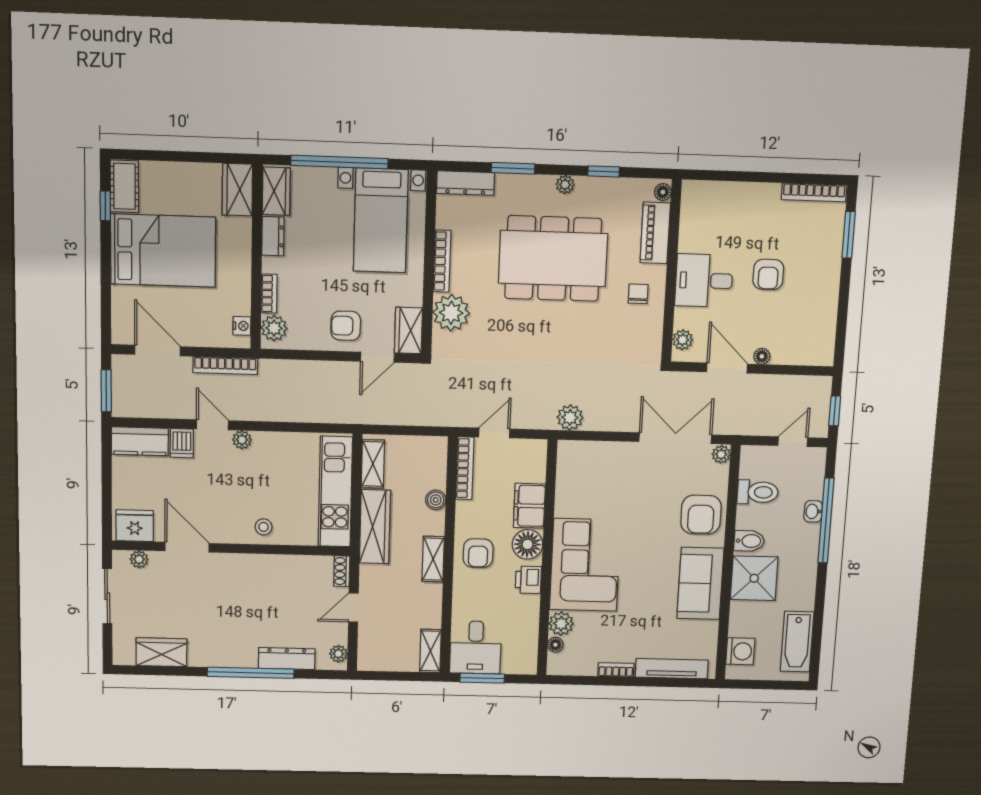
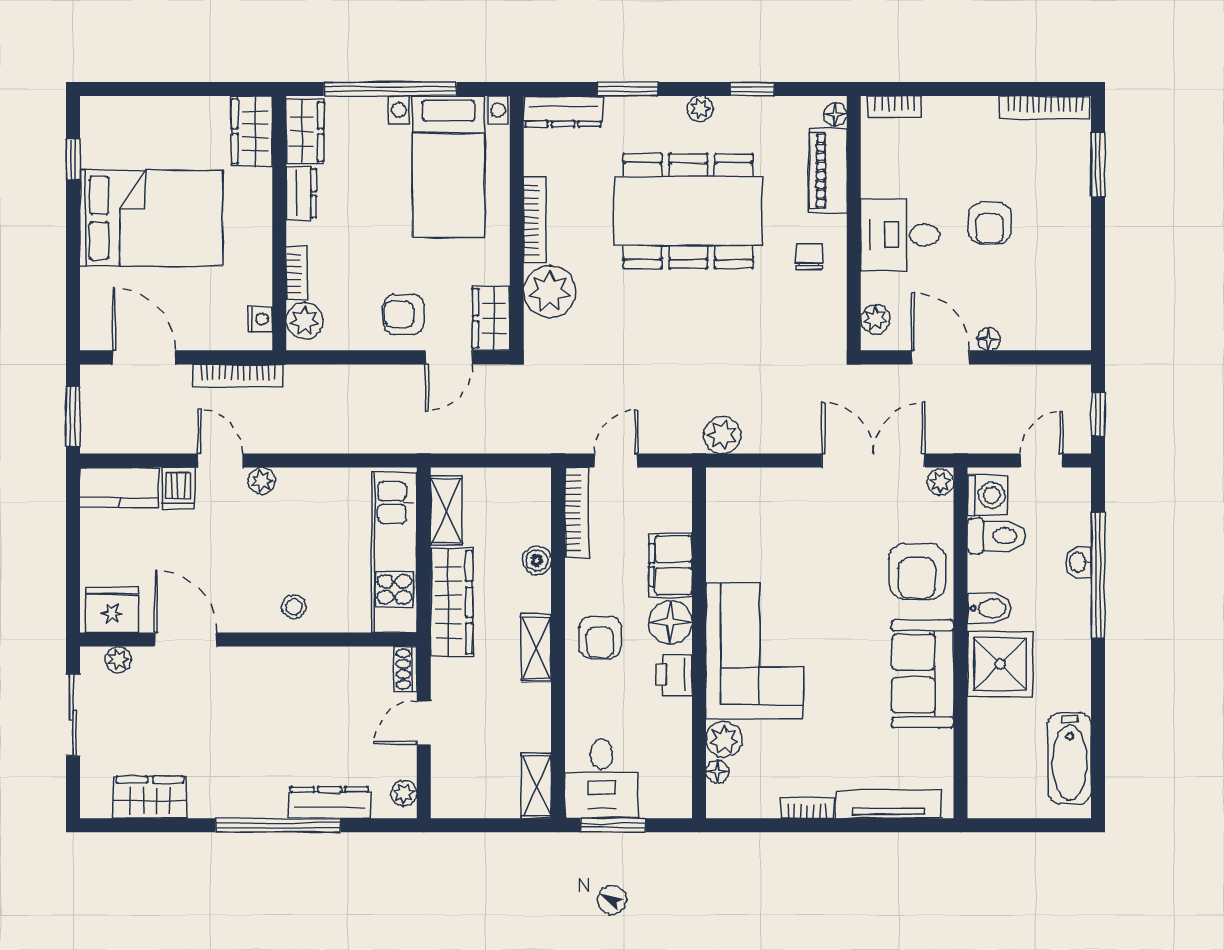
cot: (124, 186) -> (99, 132), removed
bookcase: (706, 188) -> (895, 107), added
washing machine: (740, 651) -> (988, 495), moved

